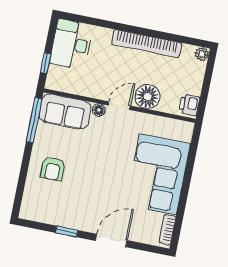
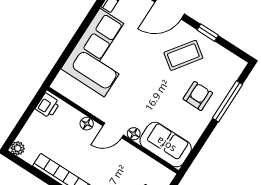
floor lamp: (148, 97) -> (87, 124), width x0.53, depth x0.53
window: (34, 120) -> (227, 101), moved
coffee table: (81, 201) -> (183, 55), added

